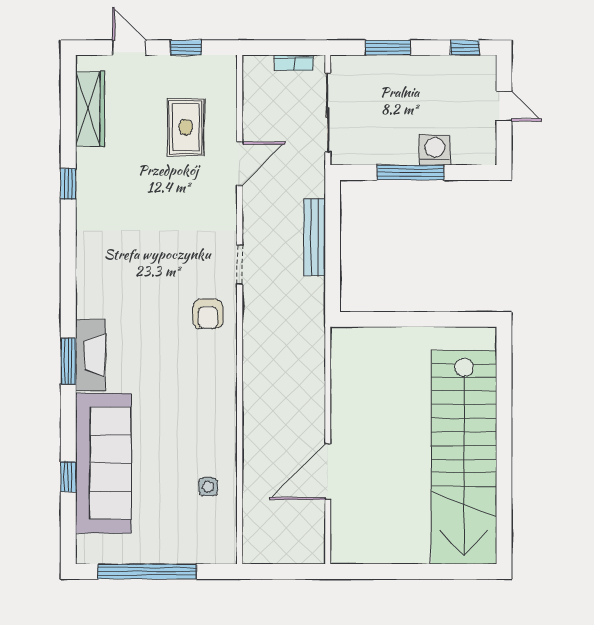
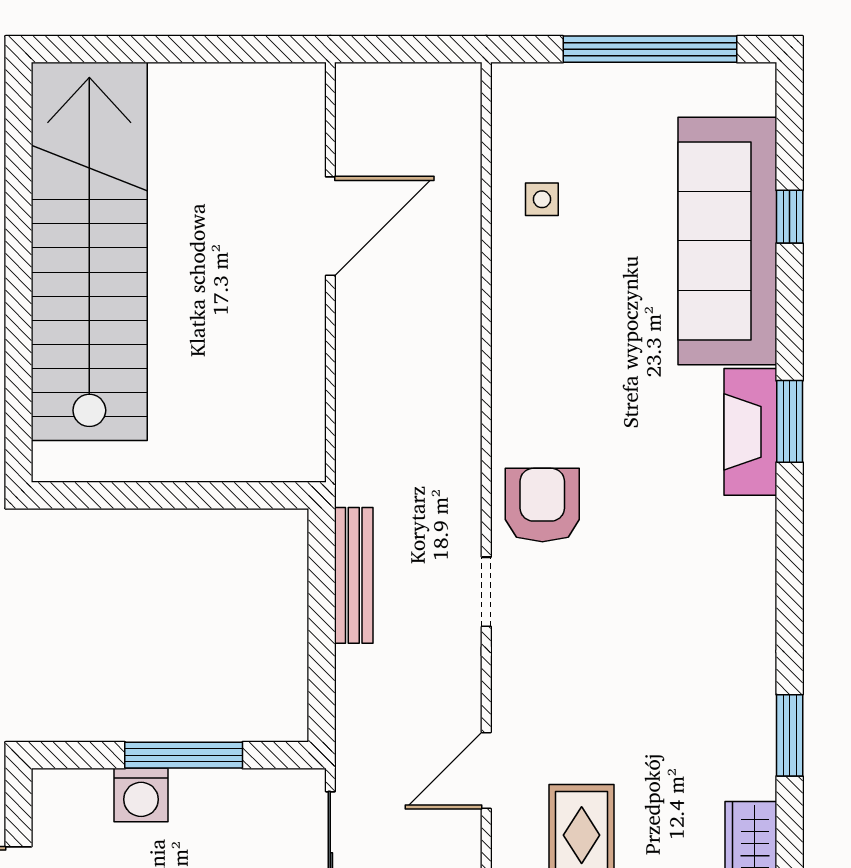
window: (68, 184) -> (790, 735), width x1.50
bench: (315, 237) -> (354, 575), moved
armchair: (208, 314) -> (542, 505), width x1.38, depth x1.38

